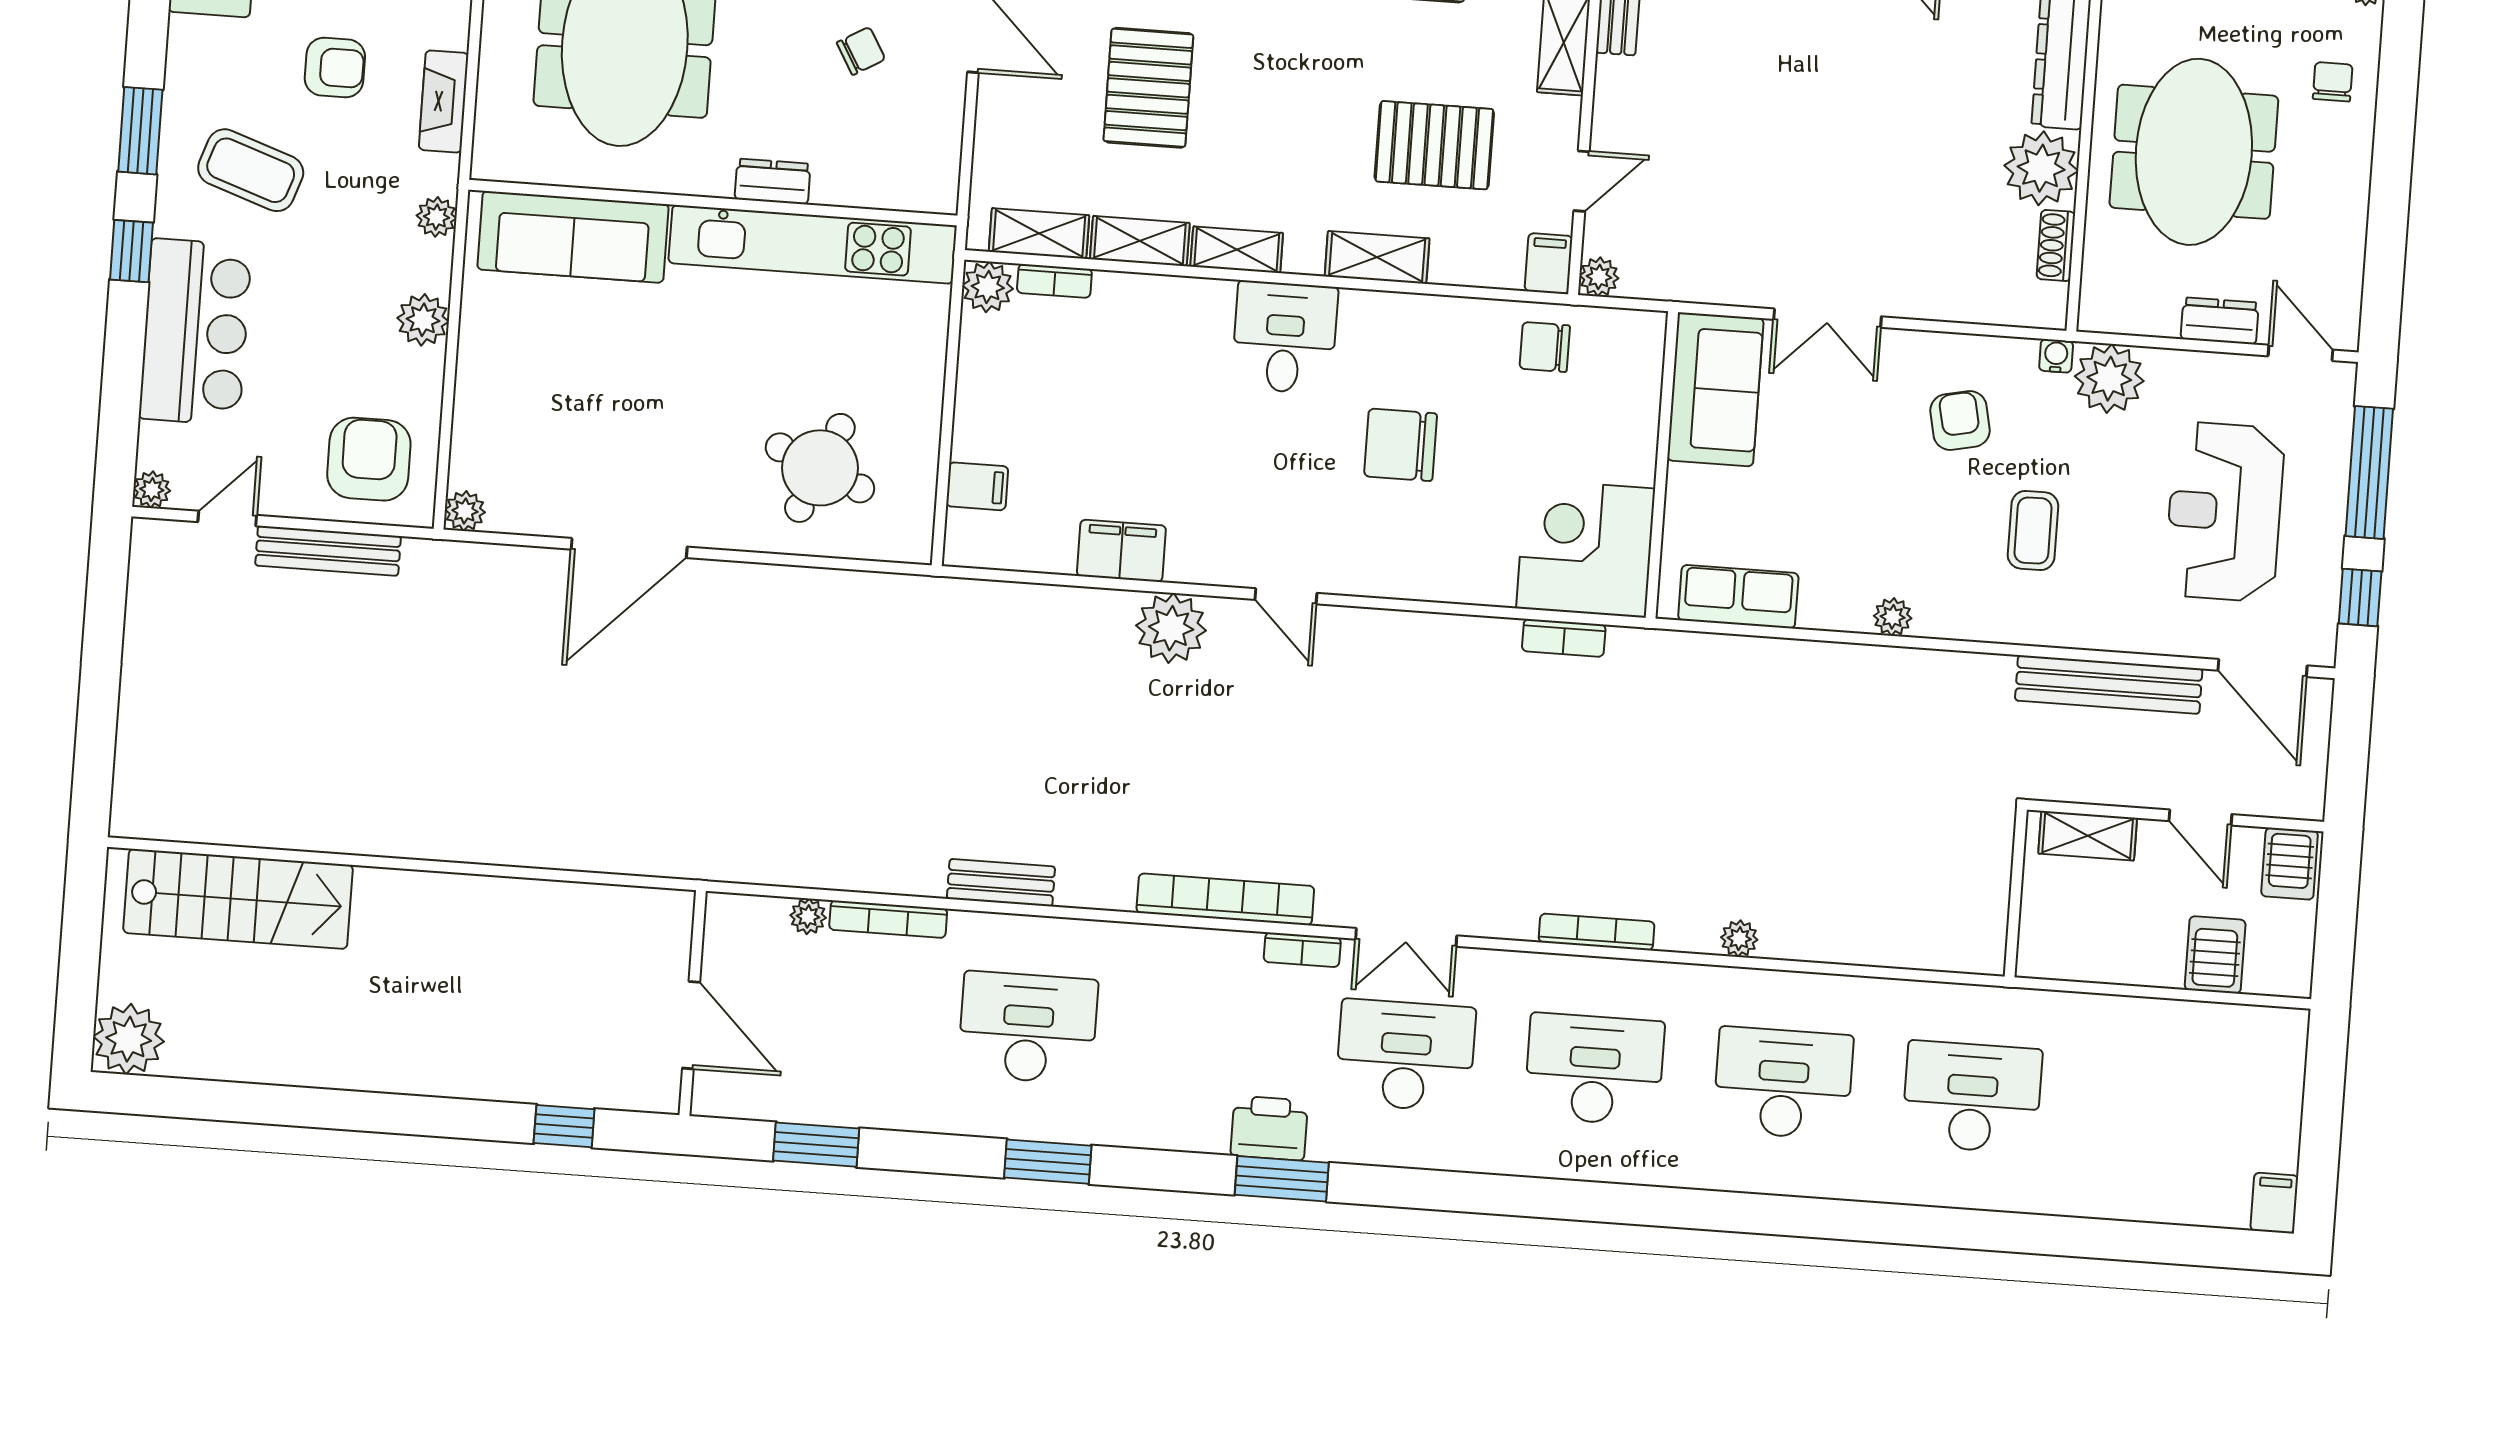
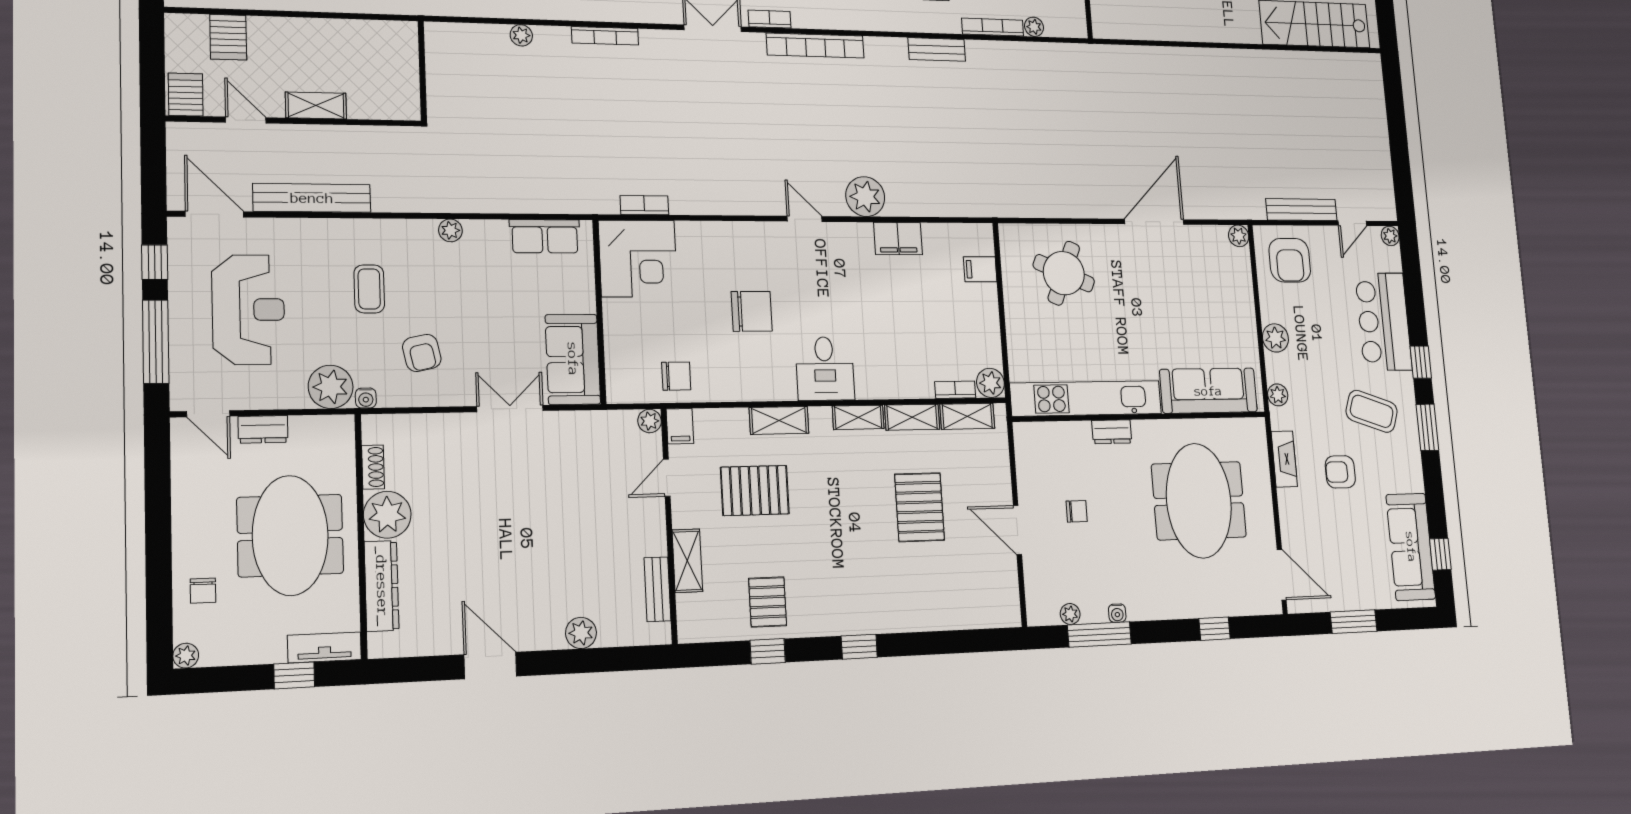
chair: (861, 51) -> (1077, 511), turned -150
wall: (2016, 893) -> (422, 71), moved

